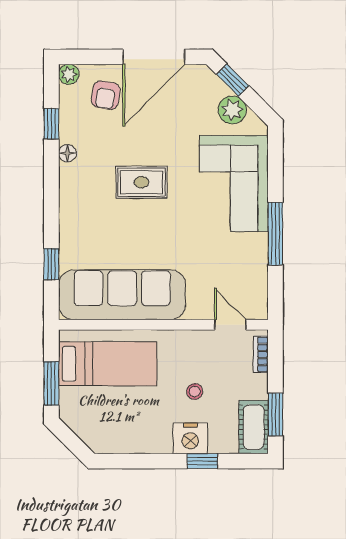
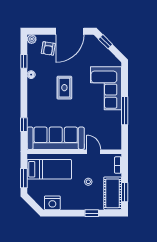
plant: (232, 110) -> (105, 55), removed
rug: (141, 182) -> (64, 88), turned 90
door: (230, 325) -> (94, 152), moved
cot: (254, 427) -> (113, 193), width x1.37, depth x1.34
nightstand: (190, 438) -> (52, 203), moved

